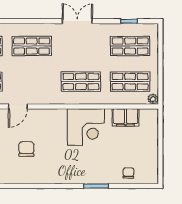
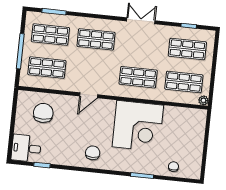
door: (18, 106) -> (89, 95), moved
filing cabinet: (125, 117) -> (176, 115), removed
corner desk: (86, 127) -> (138, 126), width x1.36, depth x1.36
chair: (26, 149) -> (93, 153), moved

